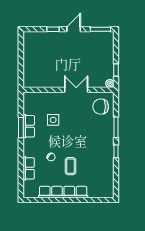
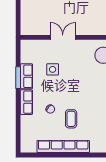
double door: (76, 90) -> (63, 37), moved
row of seats: (29, 168) -> (26, 102), moved

